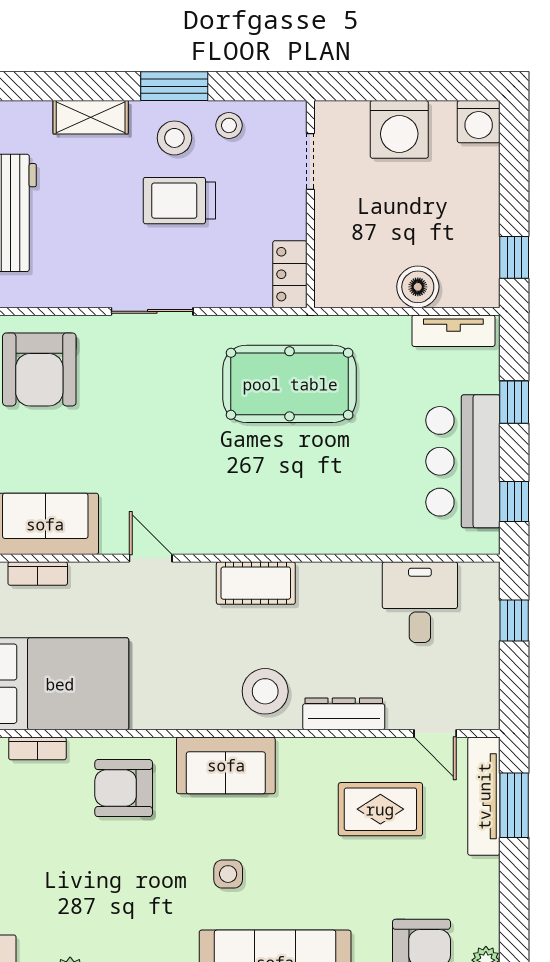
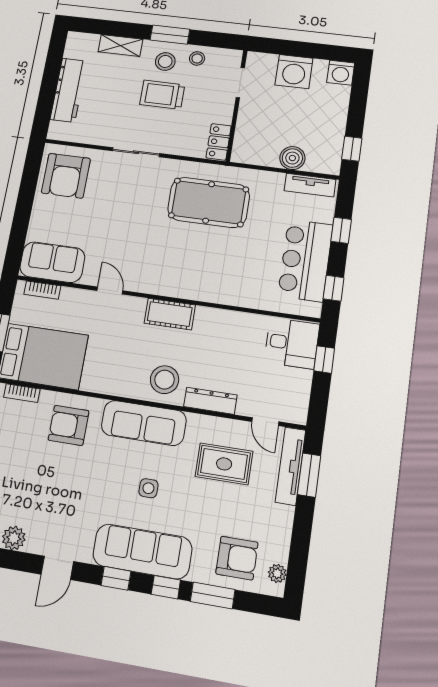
desk: (420, 602) -> (292, 343), moved, turned 90
sofa: (226, 765) -> (144, 423), width x1.36
side table: (228, 874) -> (148, 488), moved

